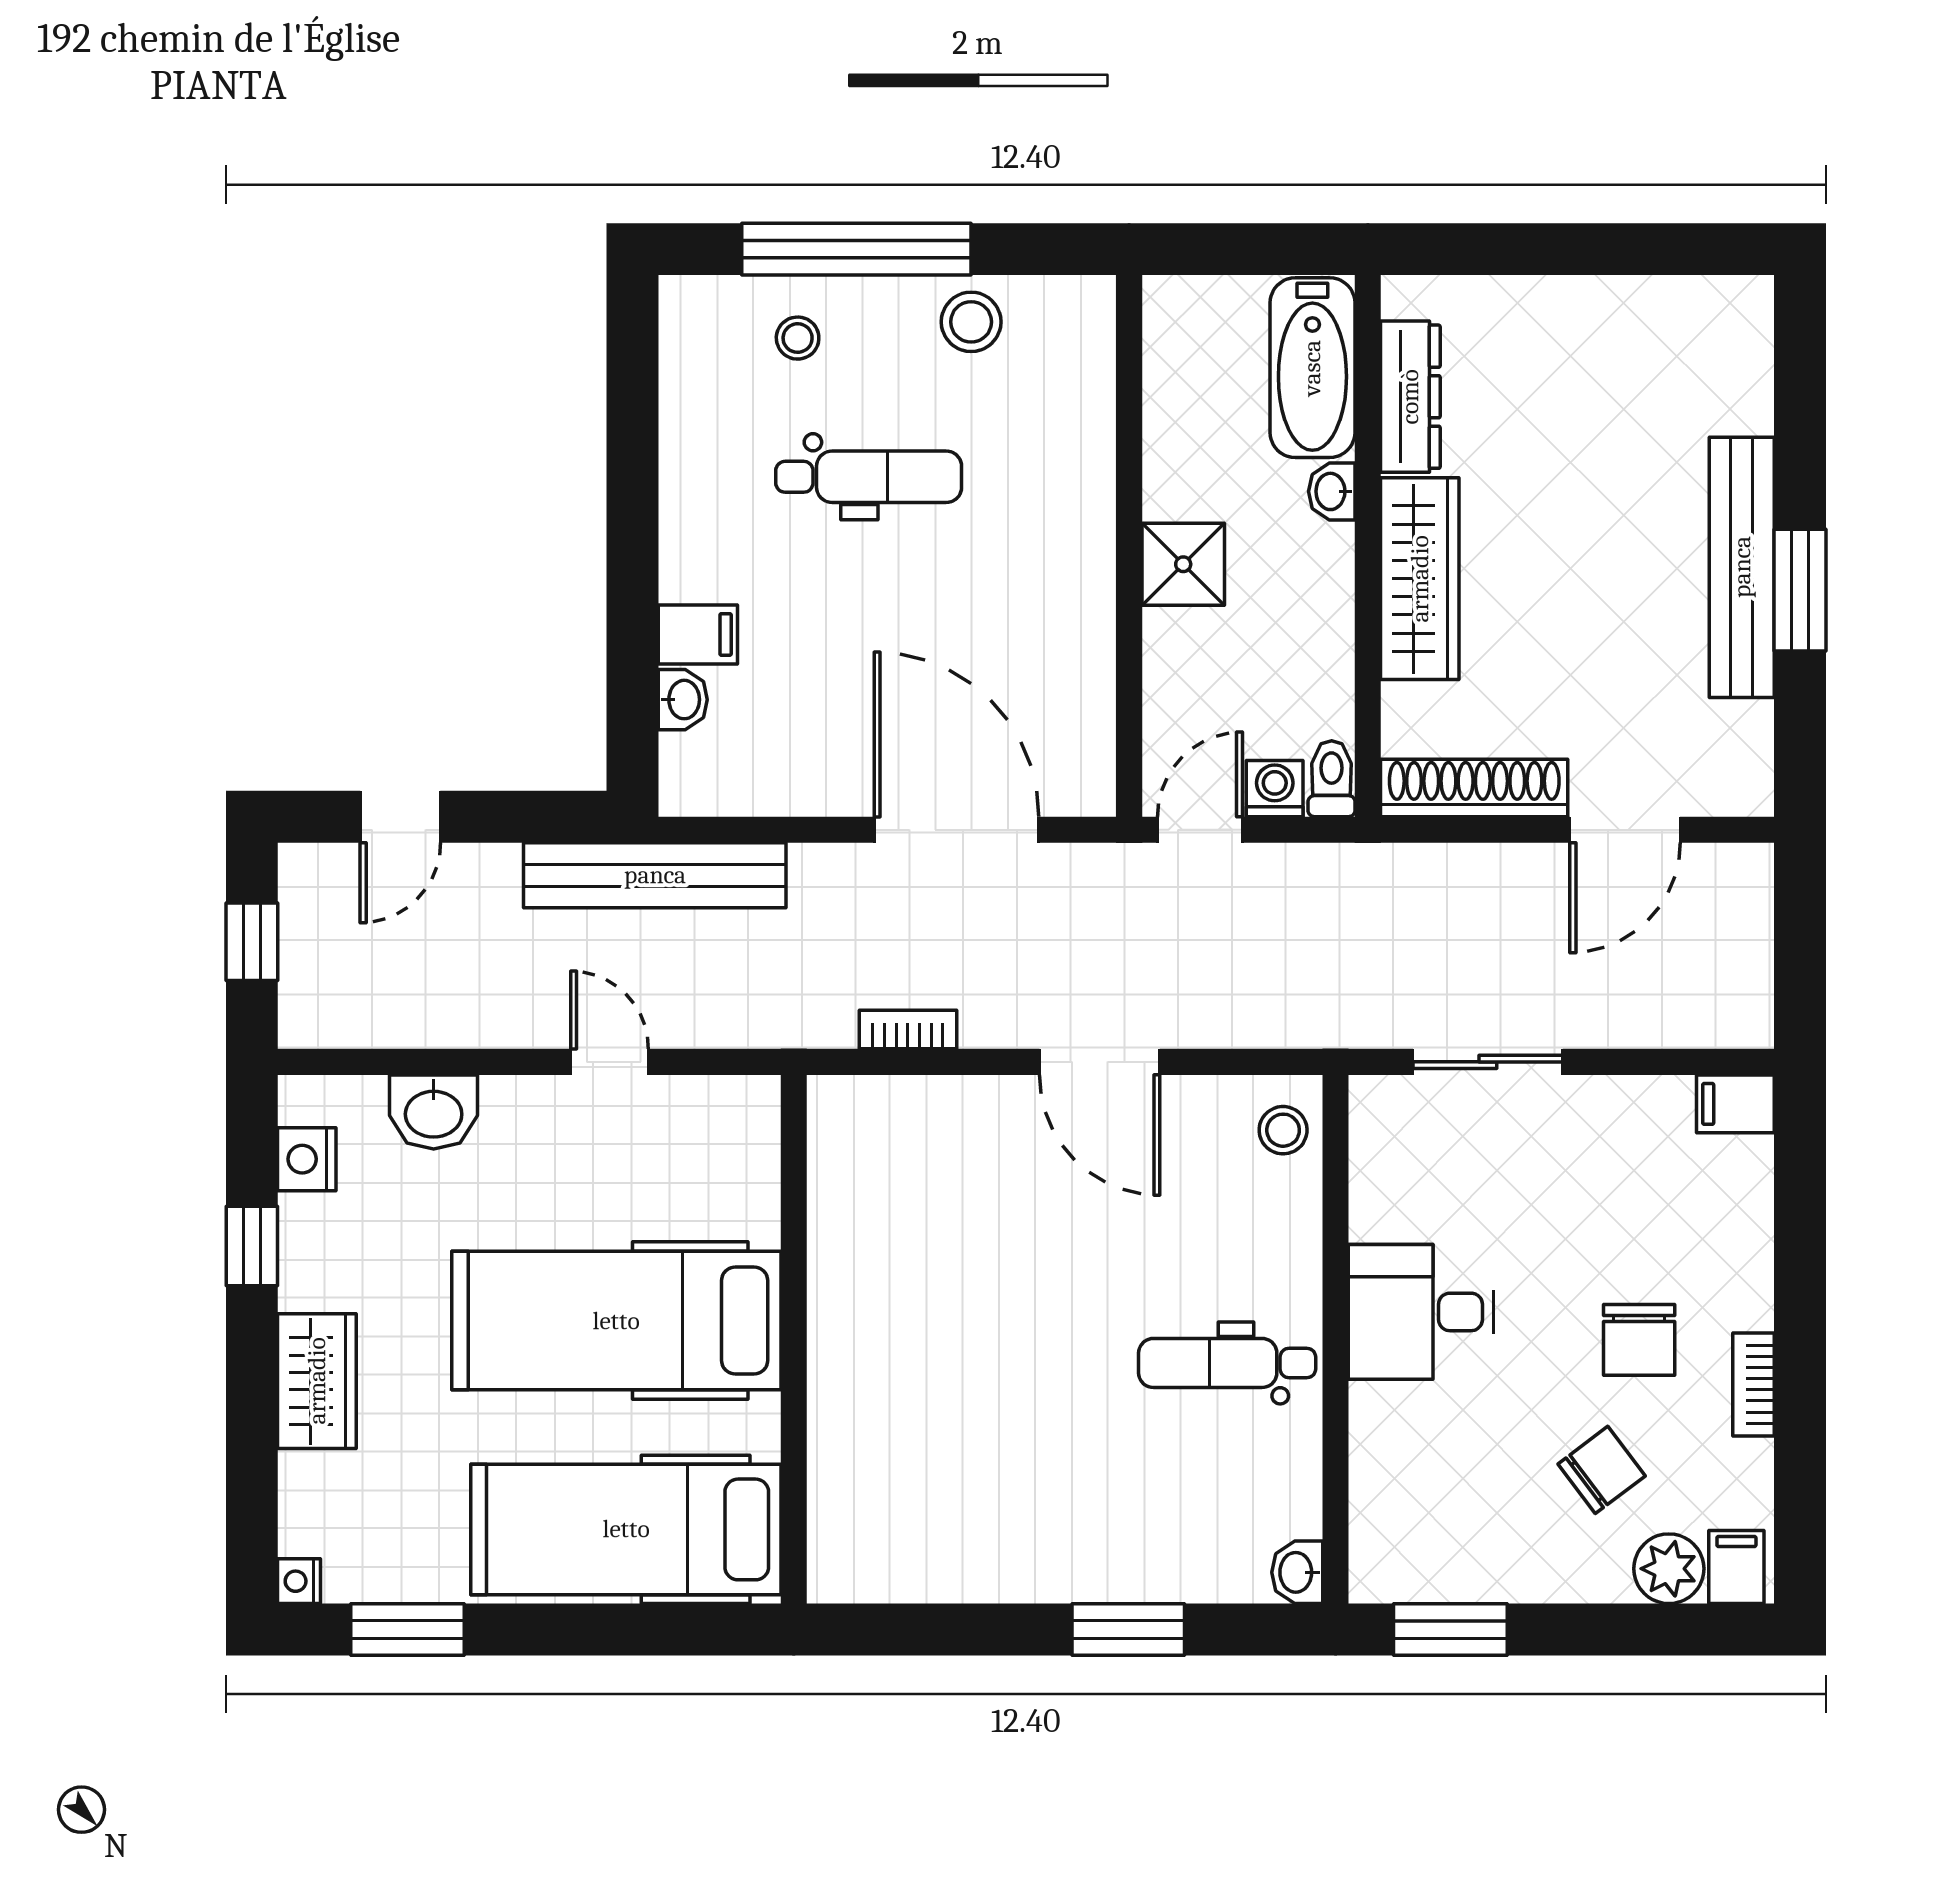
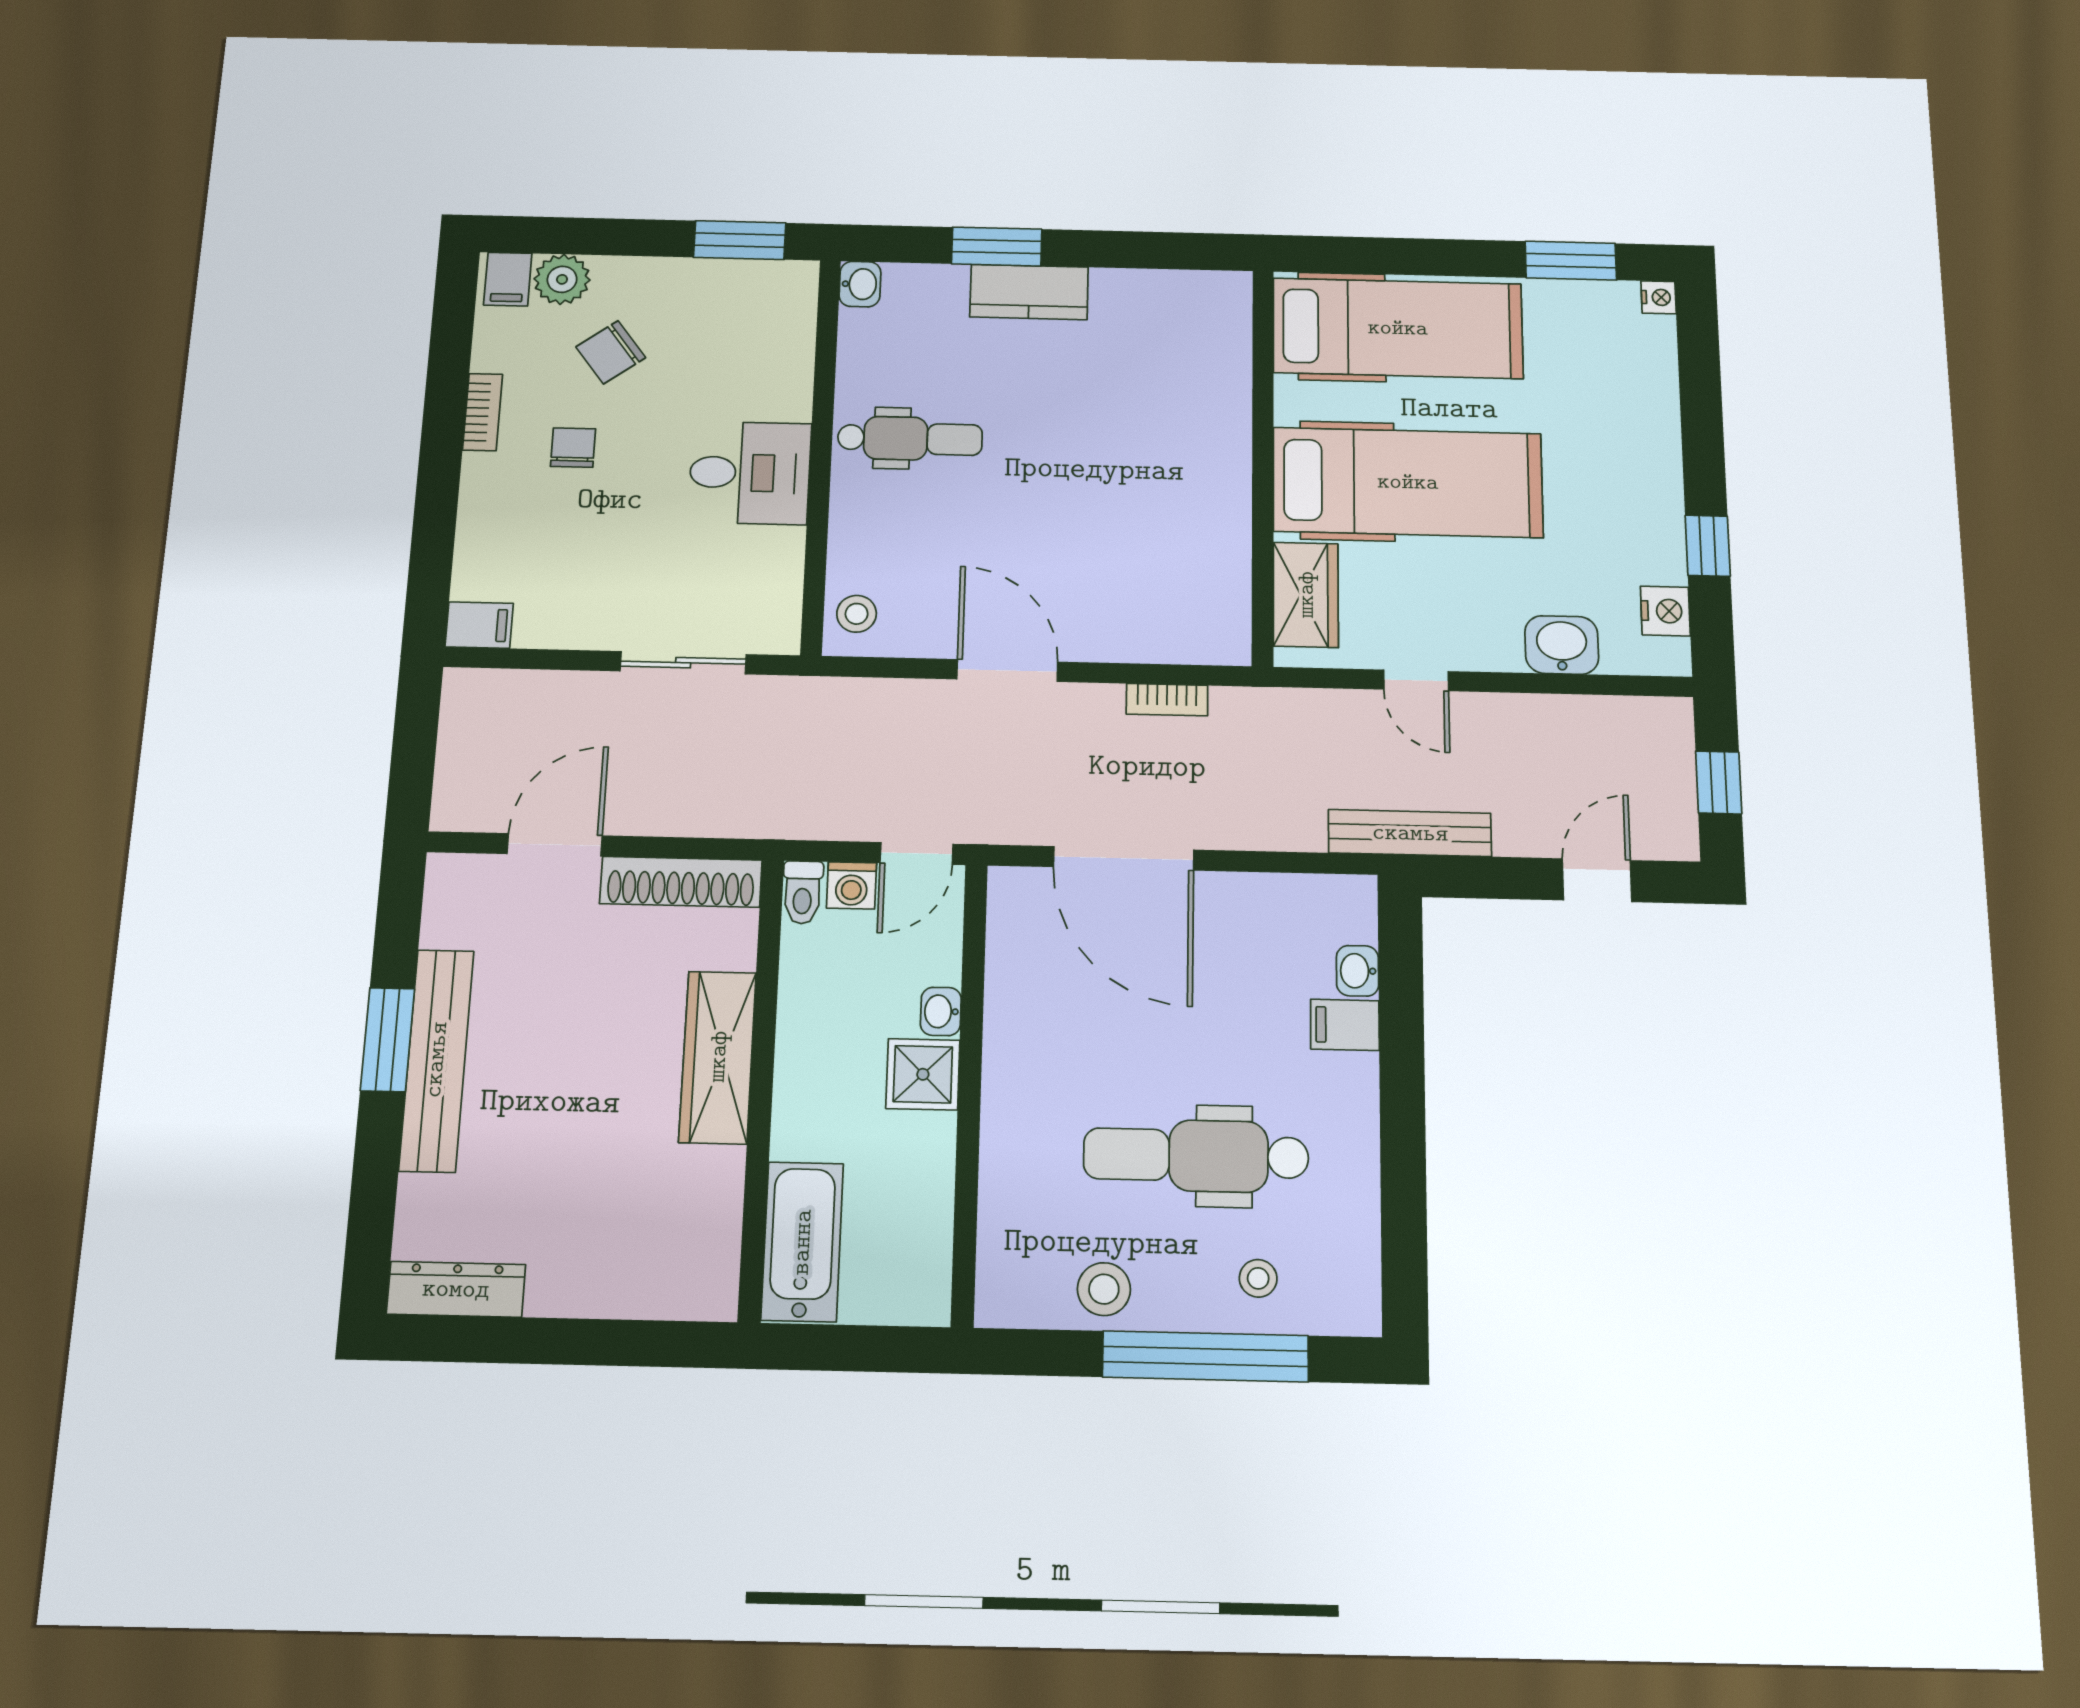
dresser: (1410, 397) -> (456, 1289), moved, turned 90
dental chair: (869, 477) -> (1196, 1156), width x1.36, depth x1.38
washbasin: (1332, 491) -> (941, 1011), moved, turned 180
bench: (655, 875) -> (1410, 833), width x0.73, depth x0.82
chair: (1639, 1340) -> (573, 448), width x0.73, depth x0.73
wardrobe: (317, 1381) -> (1306, 595), moved, turned 180
kitchen counter: (1086, 1567) -> (1029, 292), added

